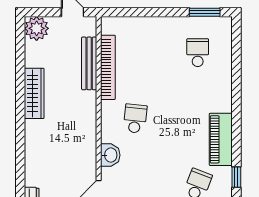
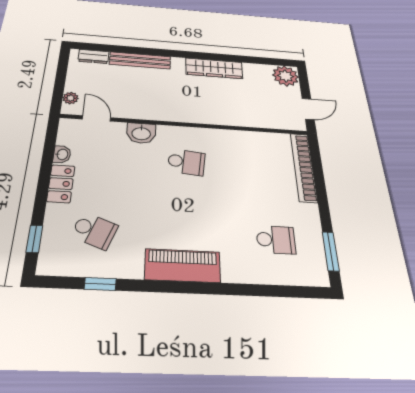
bench: (89, 63) -> (140, 60), moved
bookcase: (108, 67) -> (304, 167), moved, turned 90
piano: (221, 139) -> (183, 266), moved

